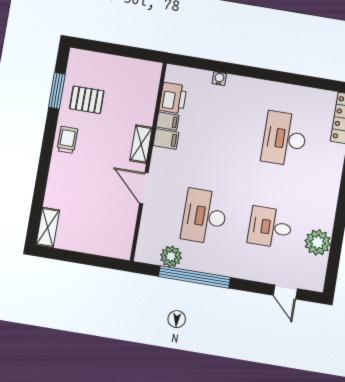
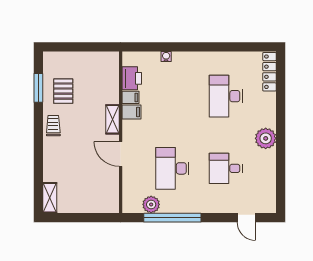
pallet: (87, 100) -> (63, 91), turned 90
plant: (318, 242) -> (266, 138), moved

